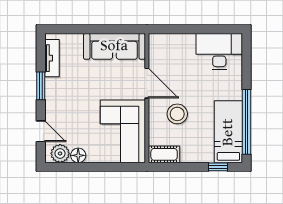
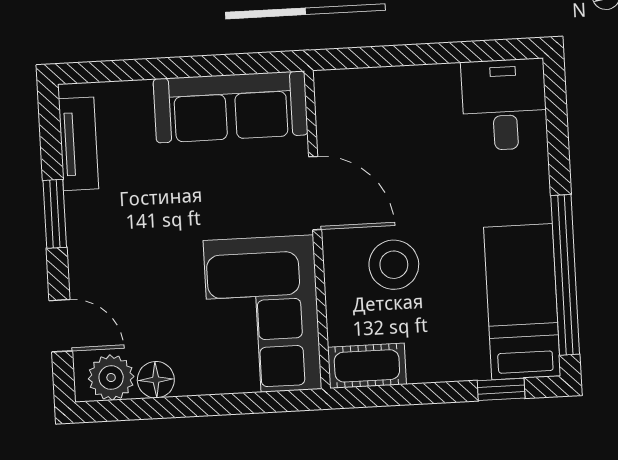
desk: (219, 51) -> (504, 105), width x0.73

